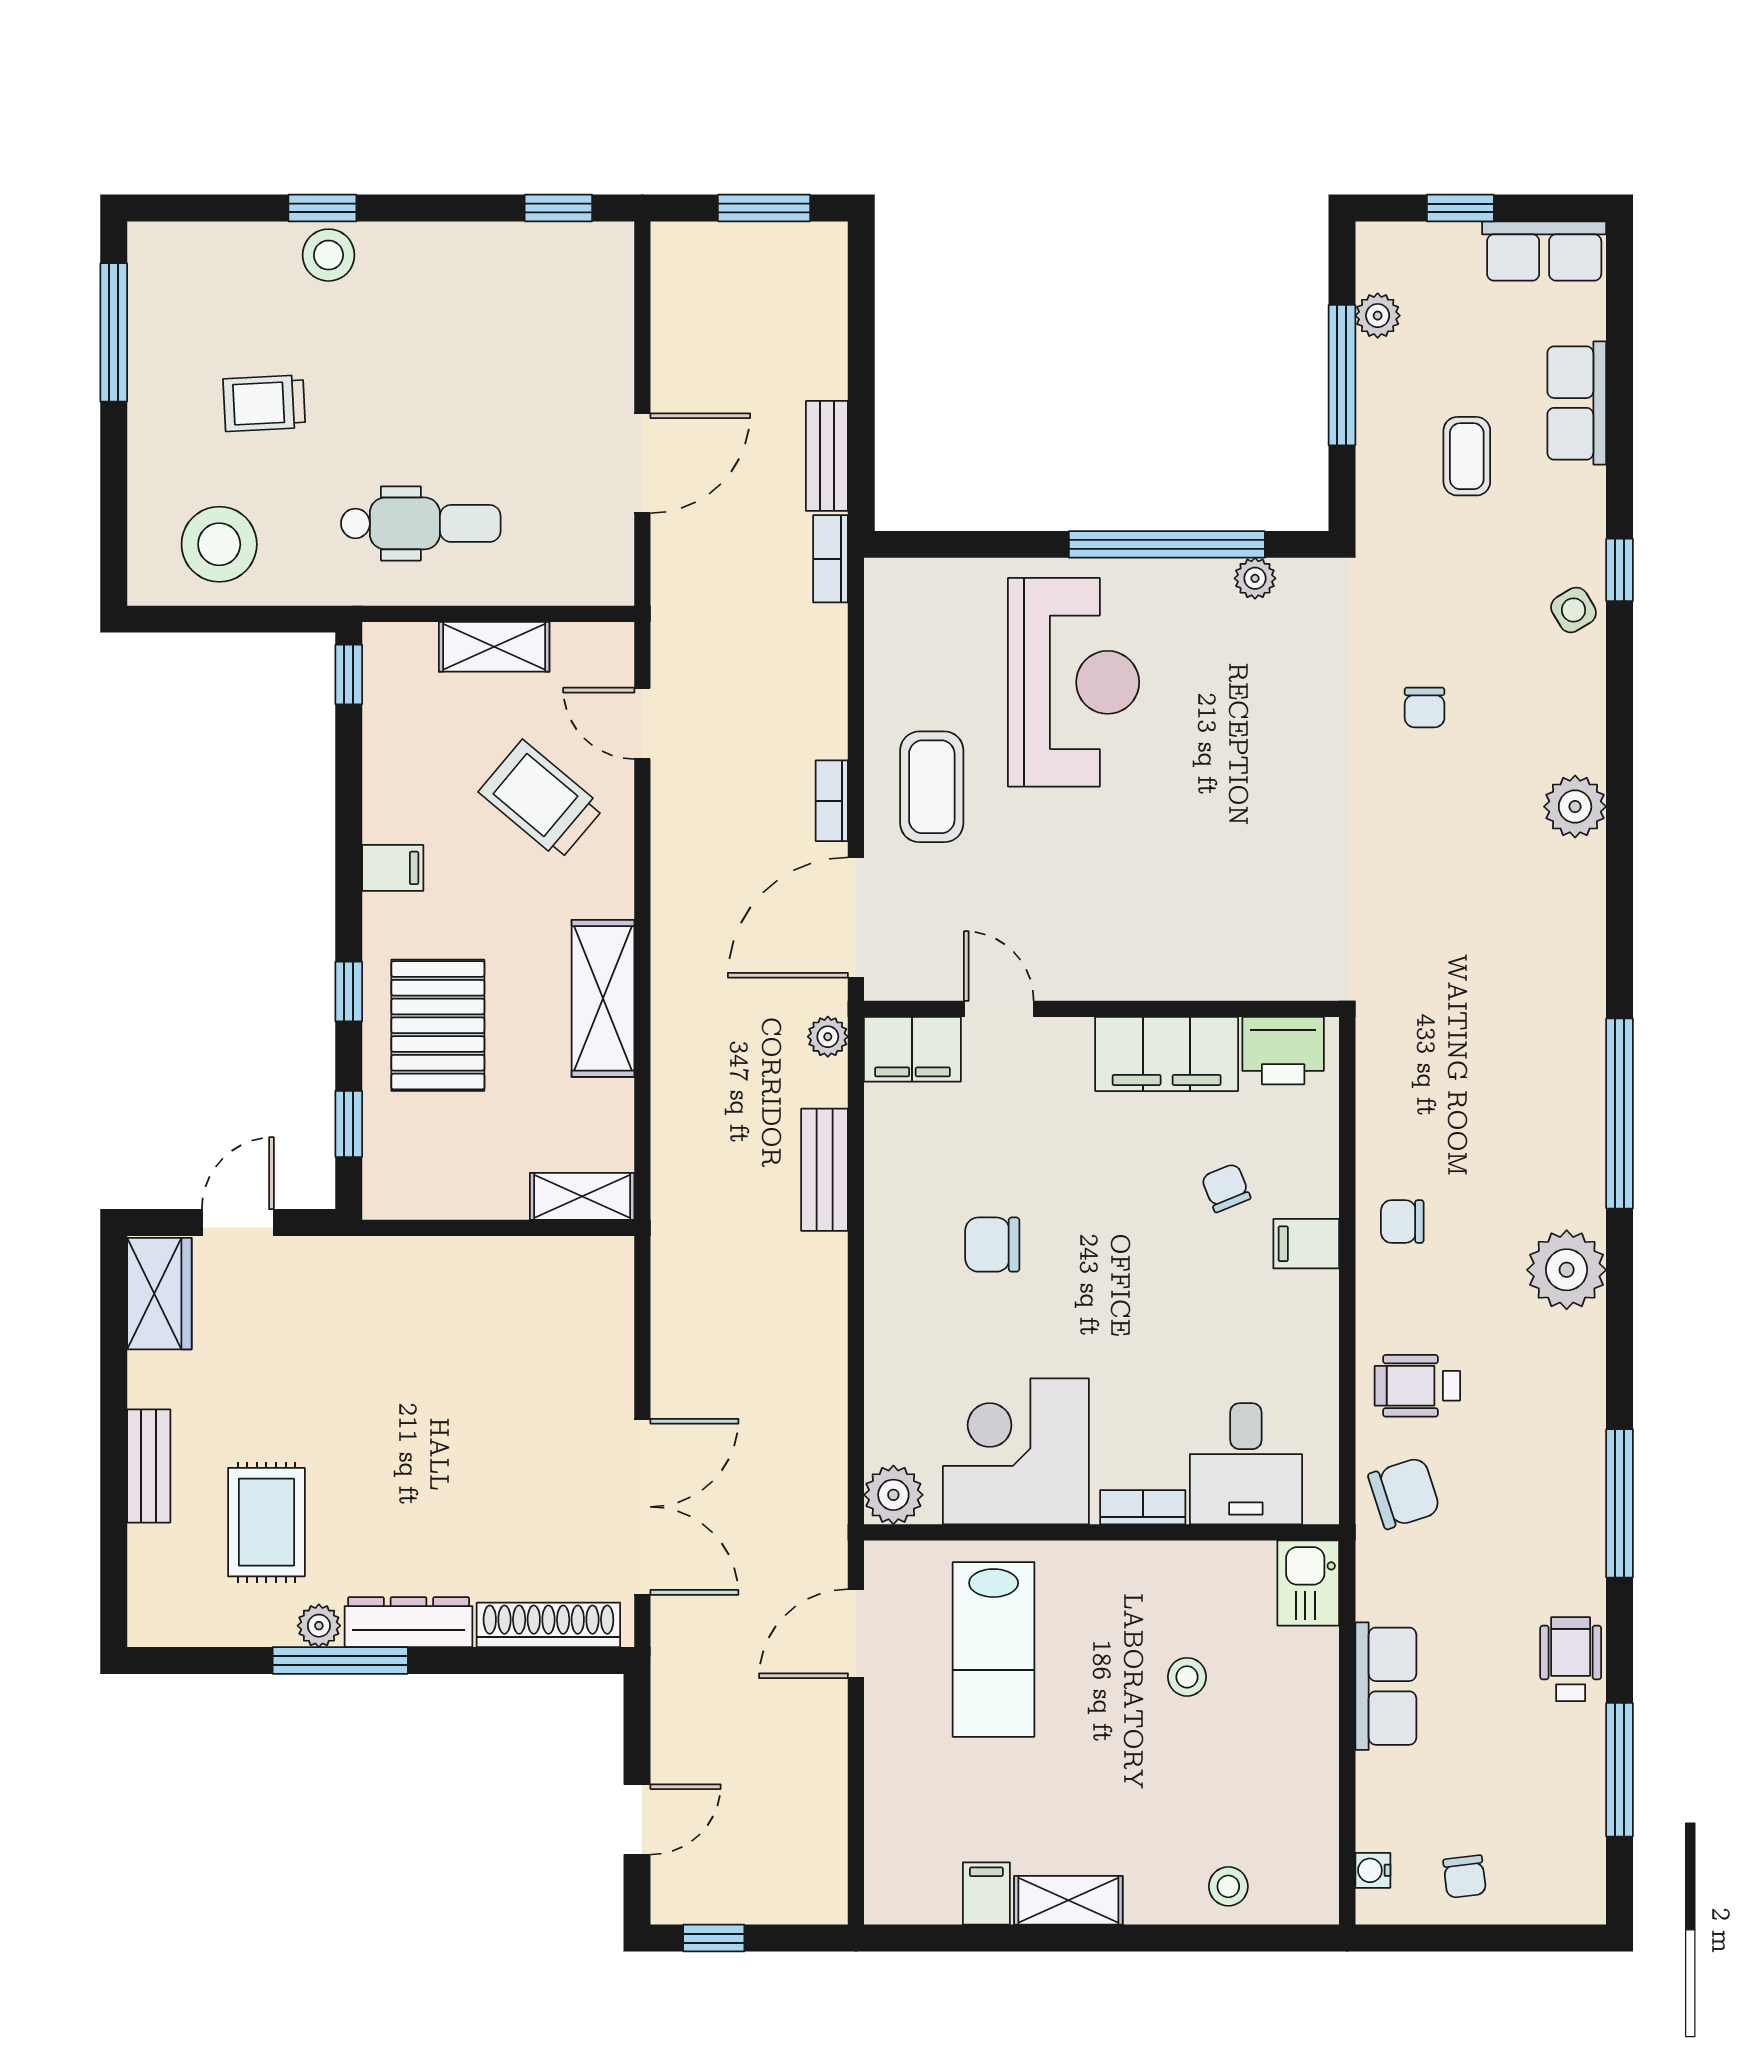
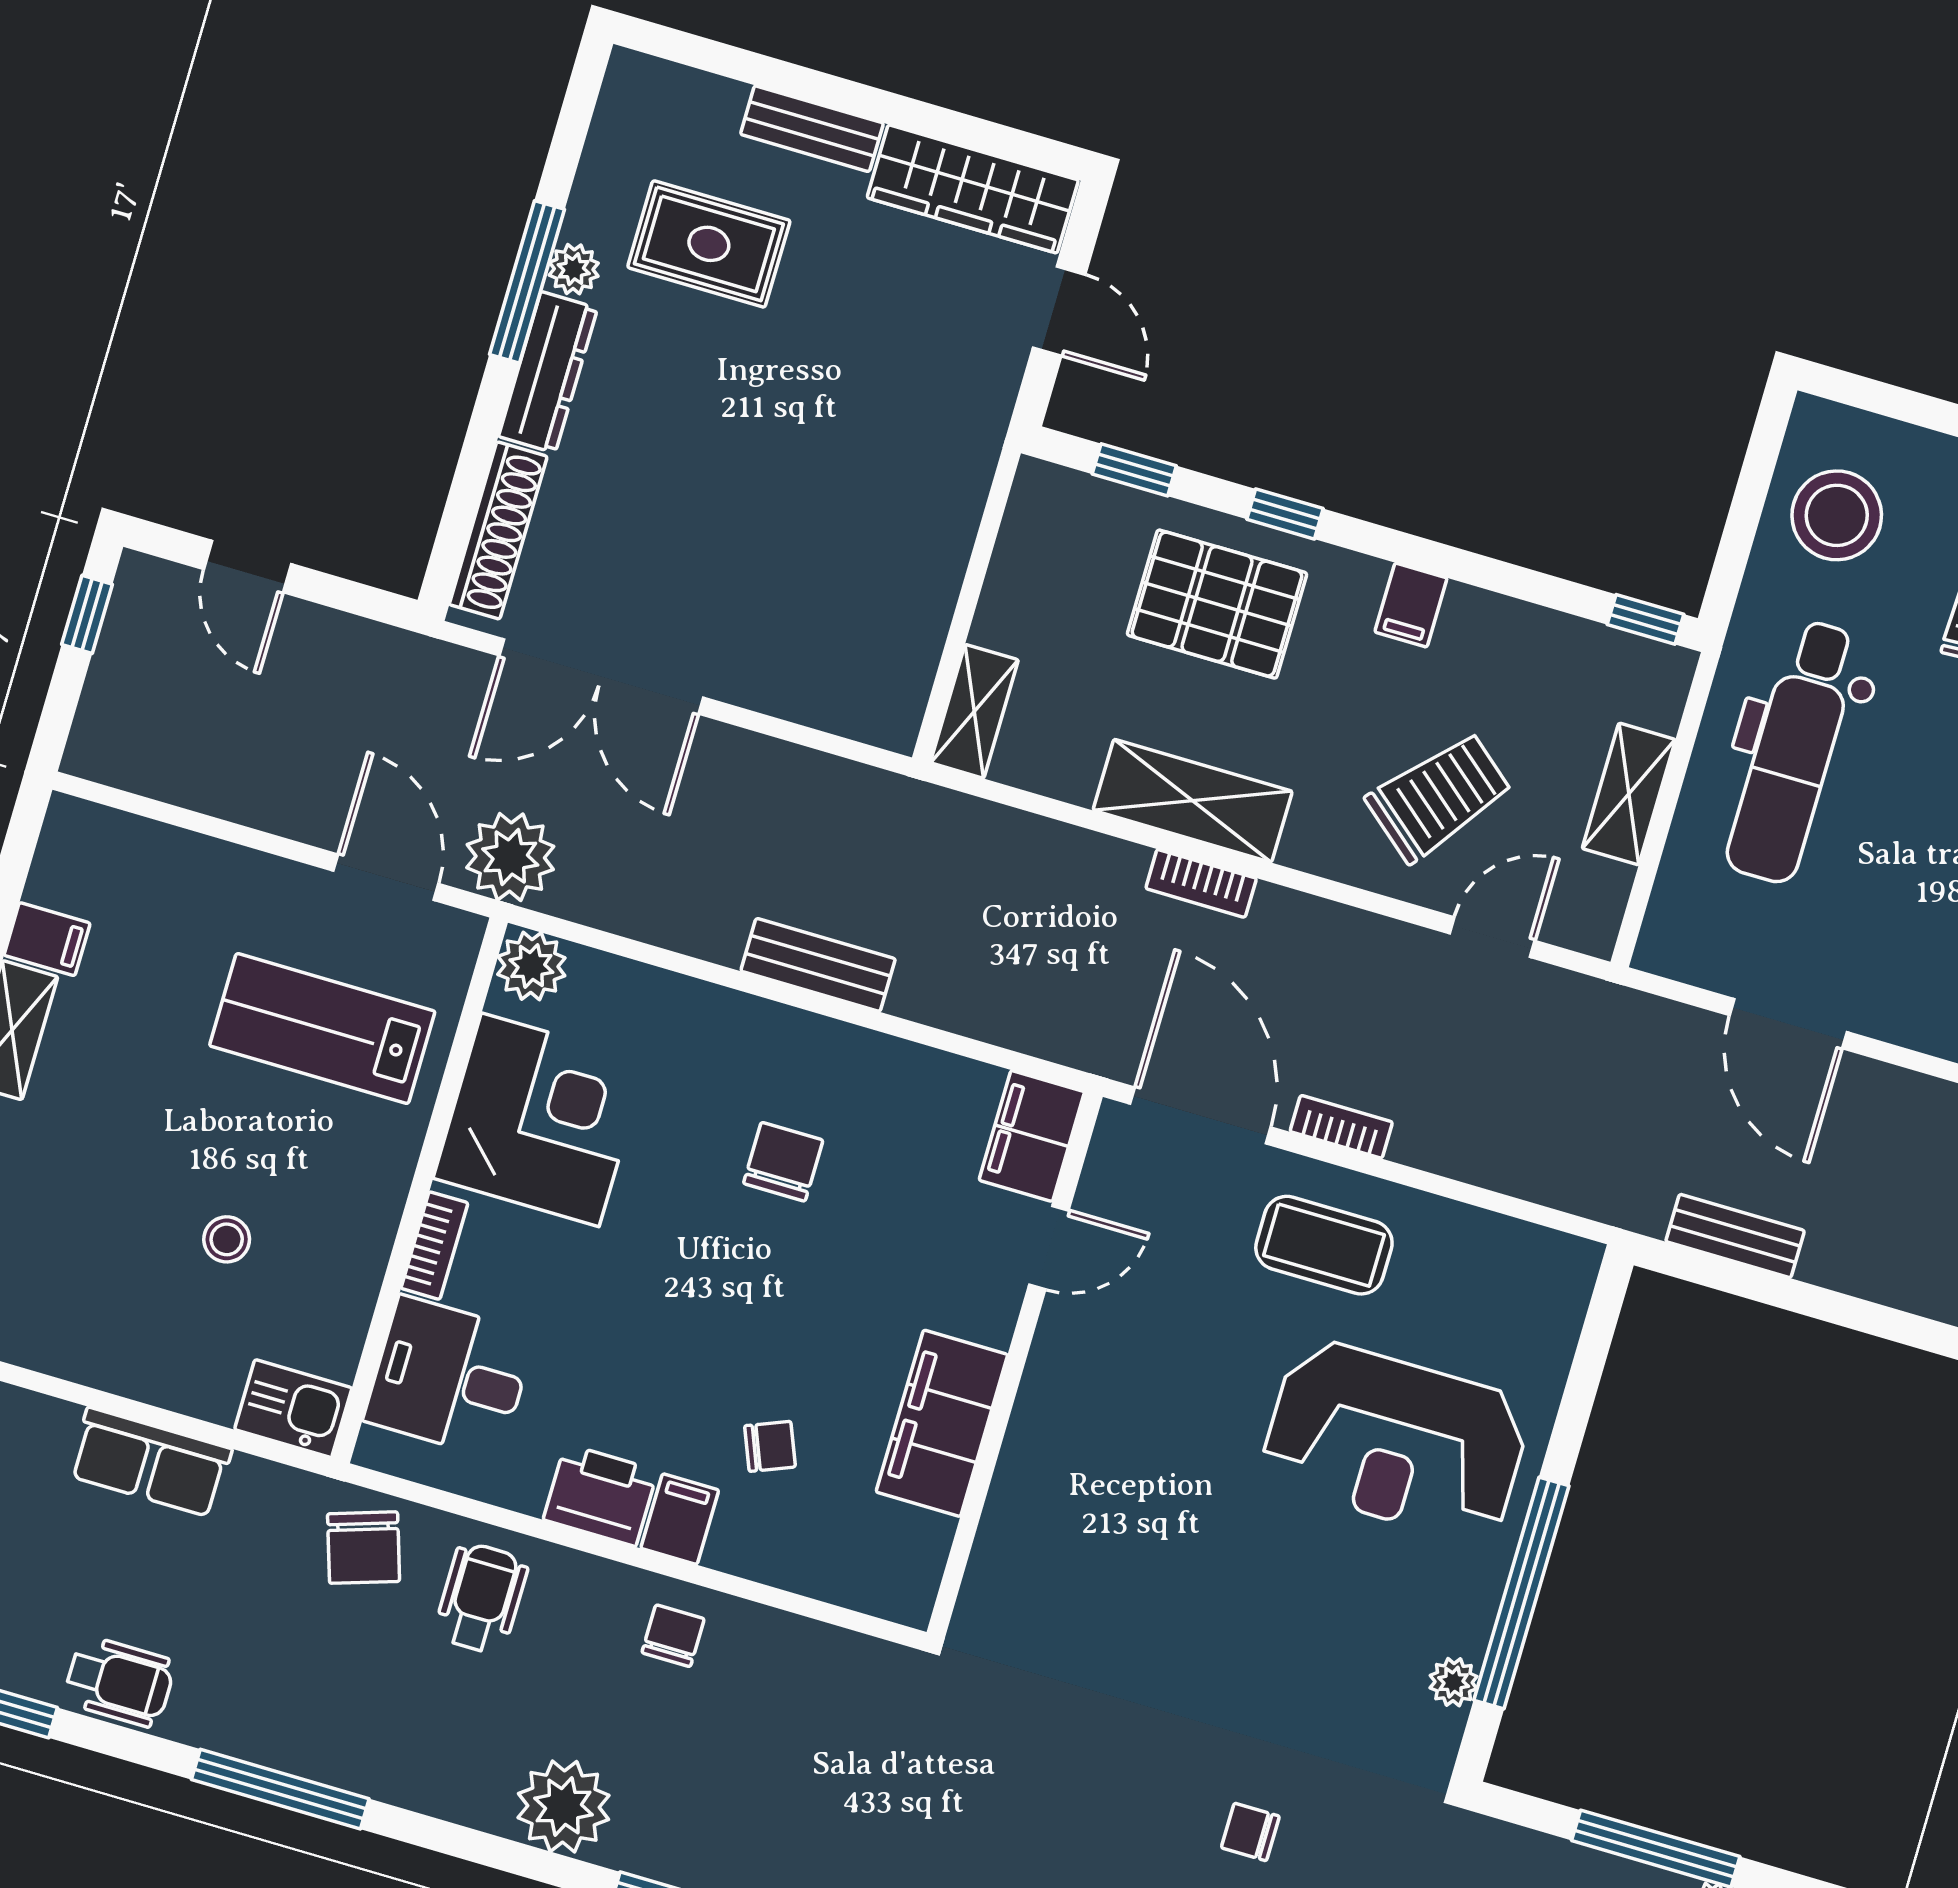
dental chair: (421, 523) -> (1793, 752), width x1.36, depth x1.38
bookcase: (831, 559) -> (1201, 883), moved, turned 180
plant: (828, 1037) -> (510, 857), moved, width x1.88, depth x1.88
printer: (1283, 1051) -> (601, 1495), moved, turned 90
bench: (825, 1170) -> (818, 965), moved
wardrobe: (159, 1294) -> (973, 189), width x1.50

